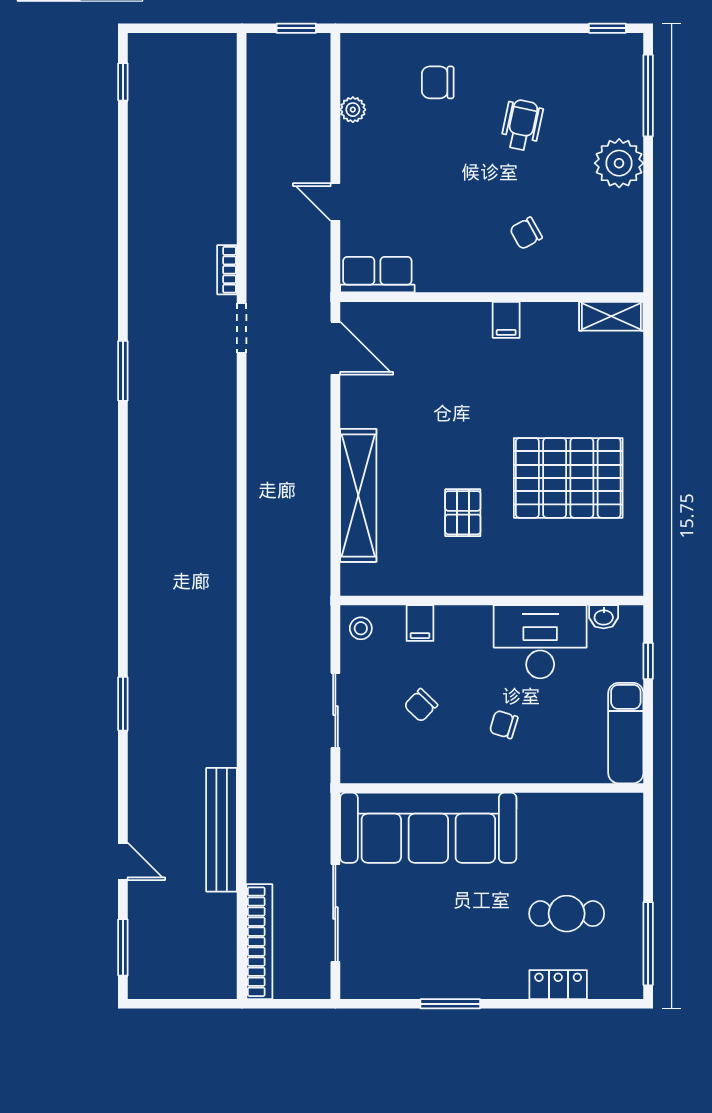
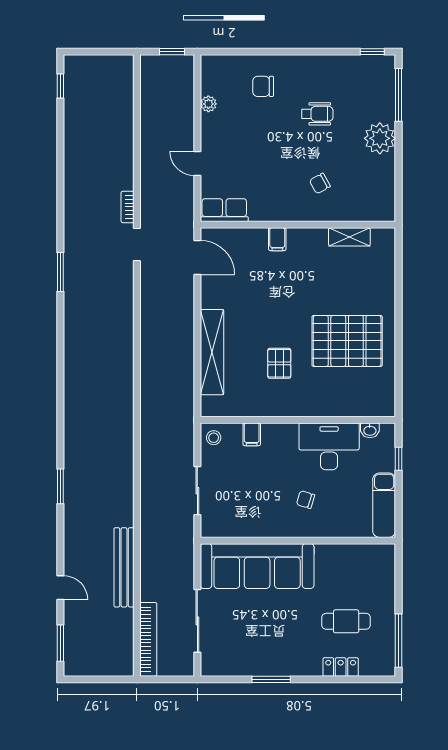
wheelchair: (522, 125) -> (317, 114), turned 78
shelving: (611, 316) -> (349, 237), moved
filing cabinet: (506, 320) -> (277, 239), moved
chair: (421, 705) -> (252, 487), removed

